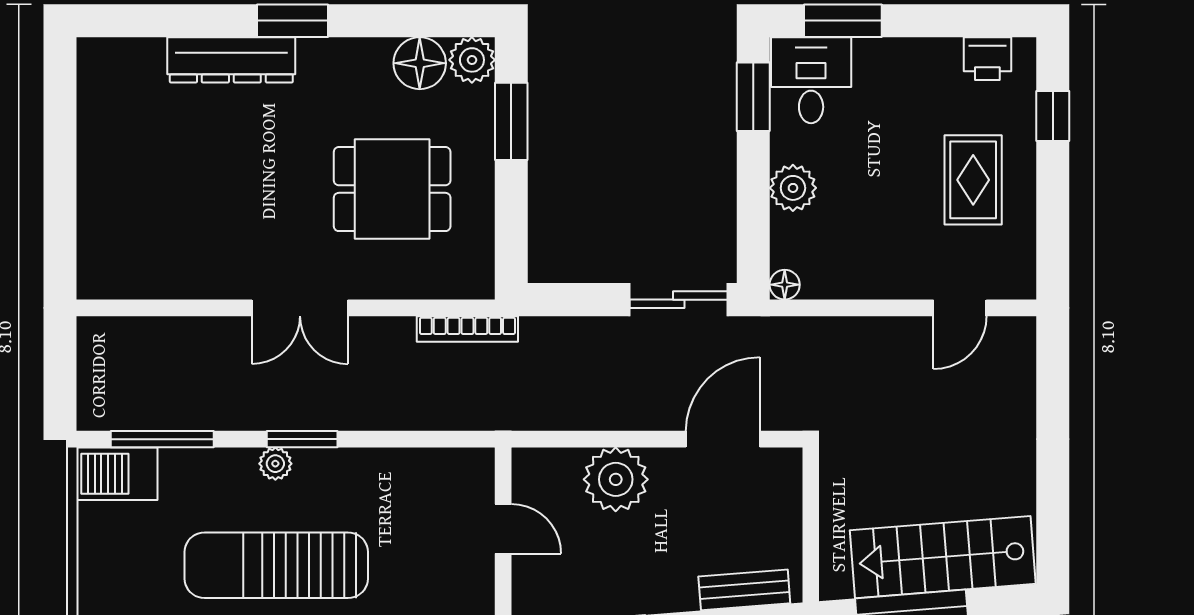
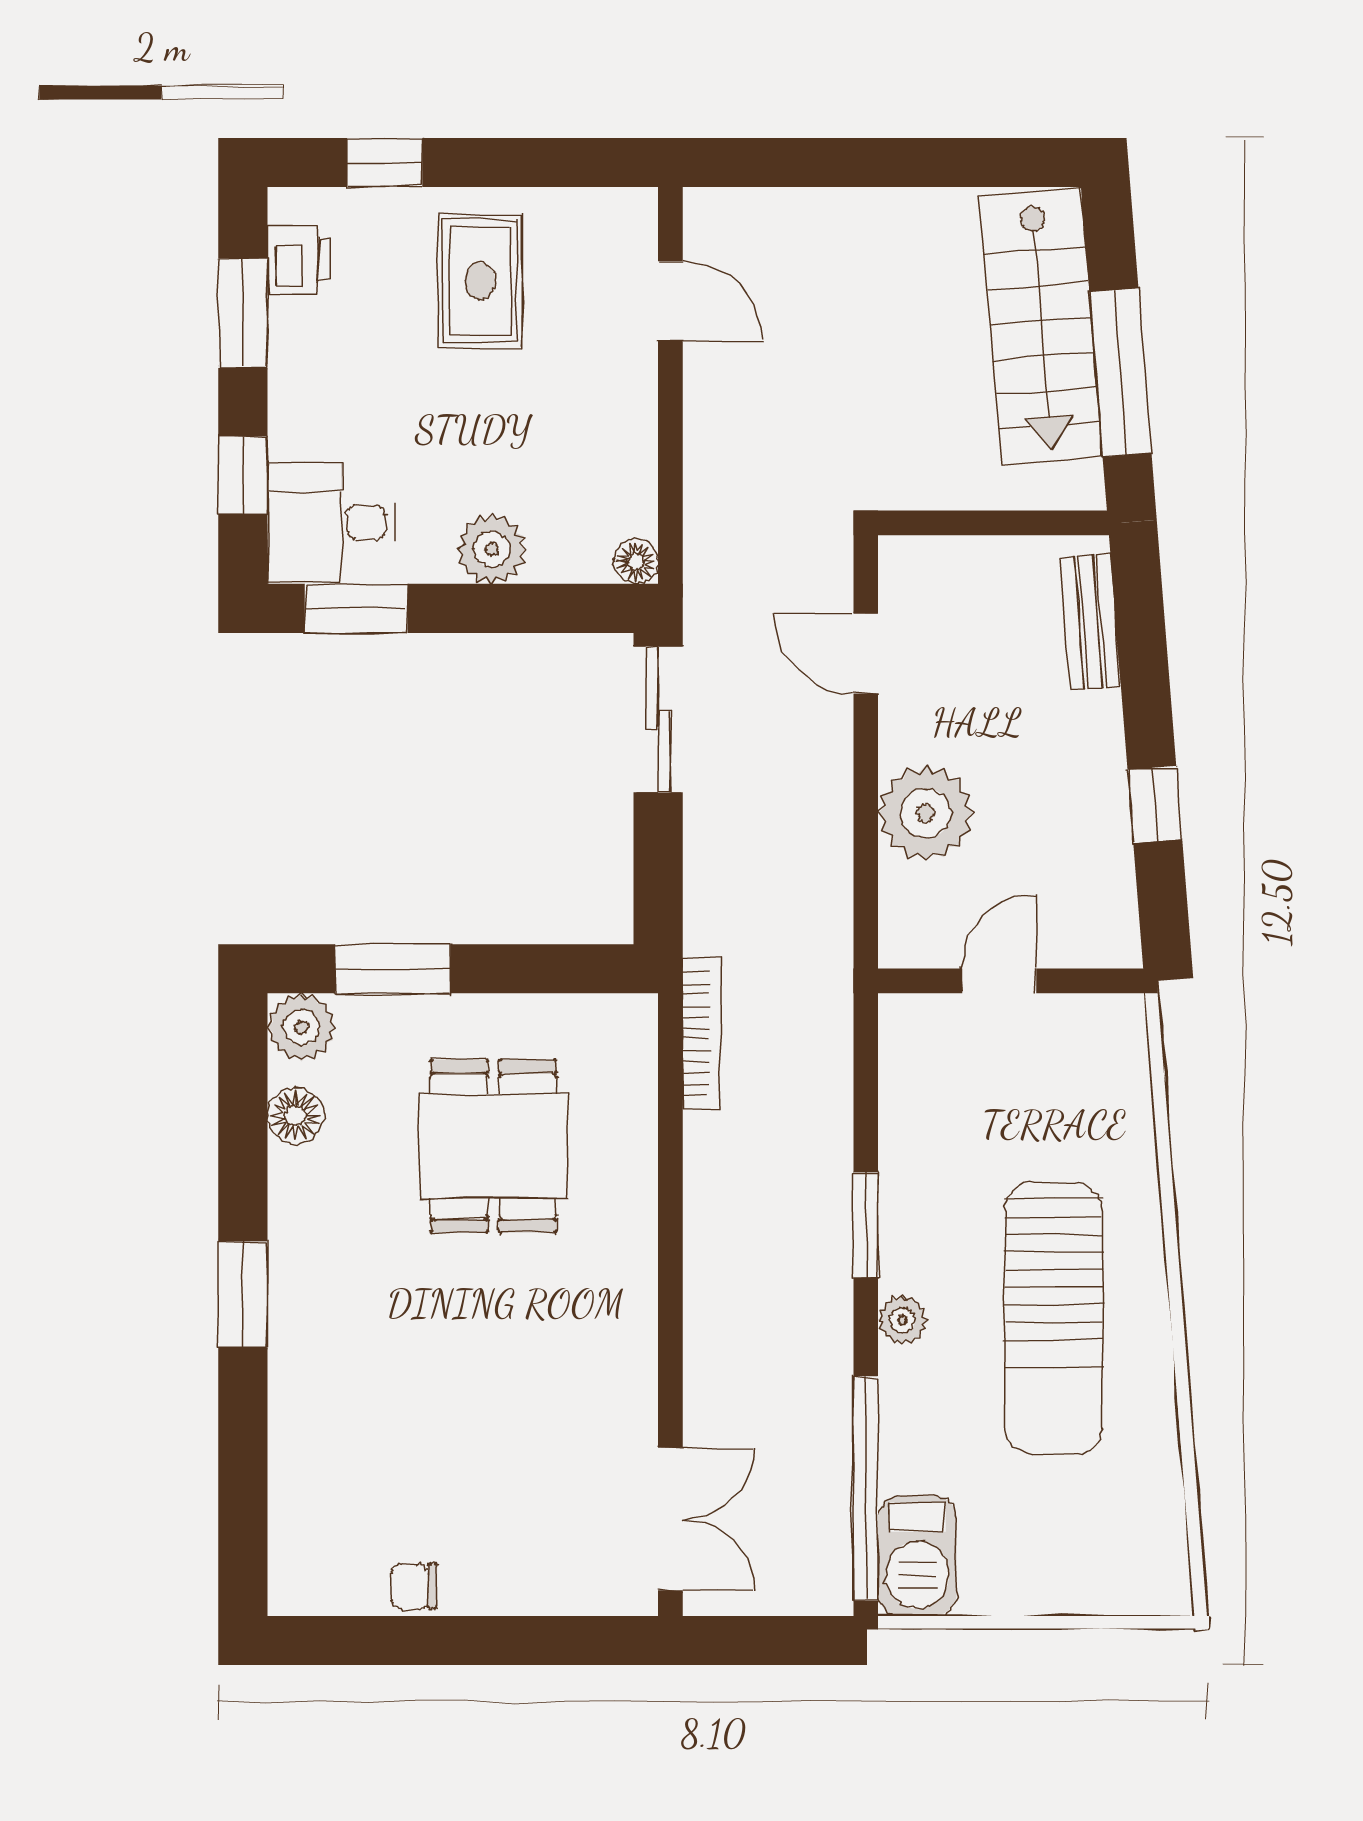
window: (843, 21) -> (243, 475), width x0.67
window: (952, 21) -> (243, 313), added
dresser: (231, 60) -> (301, 1385), removed
floor lamp: (420, 63) -> (296, 1116), width x0.73, depth x0.73
chair: (96, 136) -> (414, 1586), added
rug: (973, 180) -> (480, 281), turned 90
double door: (300, 308) -> (670, 1519), moved
window: (162, 439) -> (866, 1488), width x1.46
window: (302, 439) -> (866, 1225), moved
door: (723, 439) -> (866, 654), width x0.73

